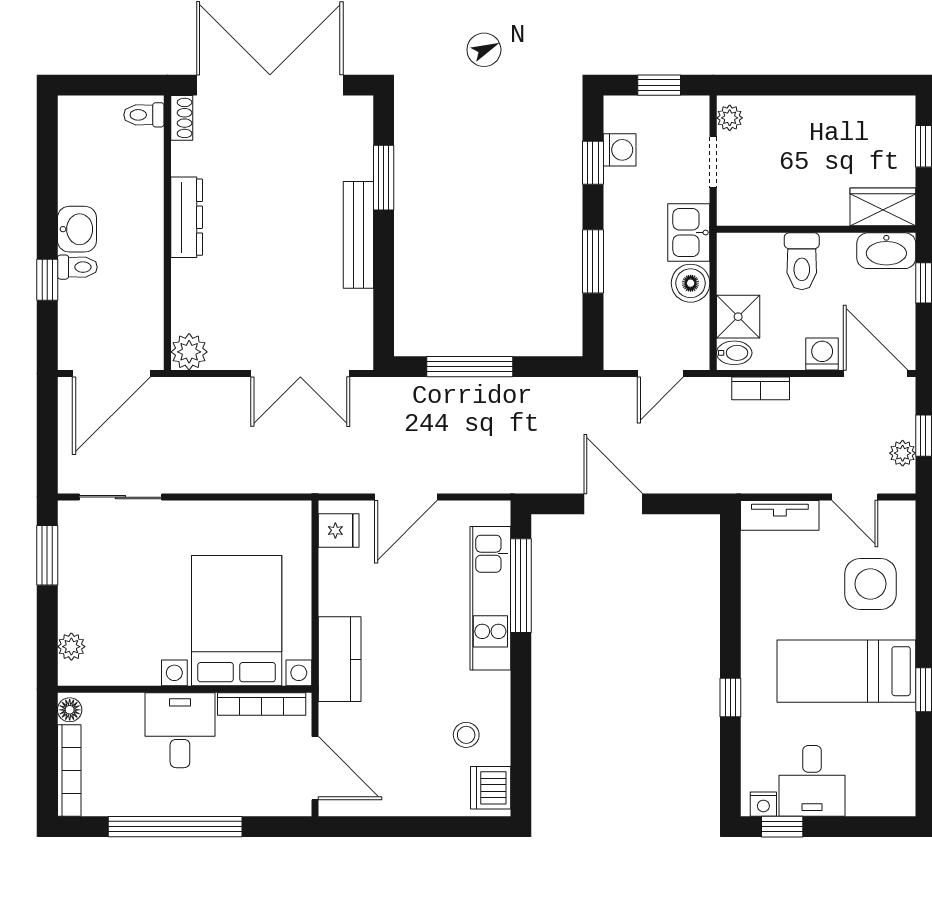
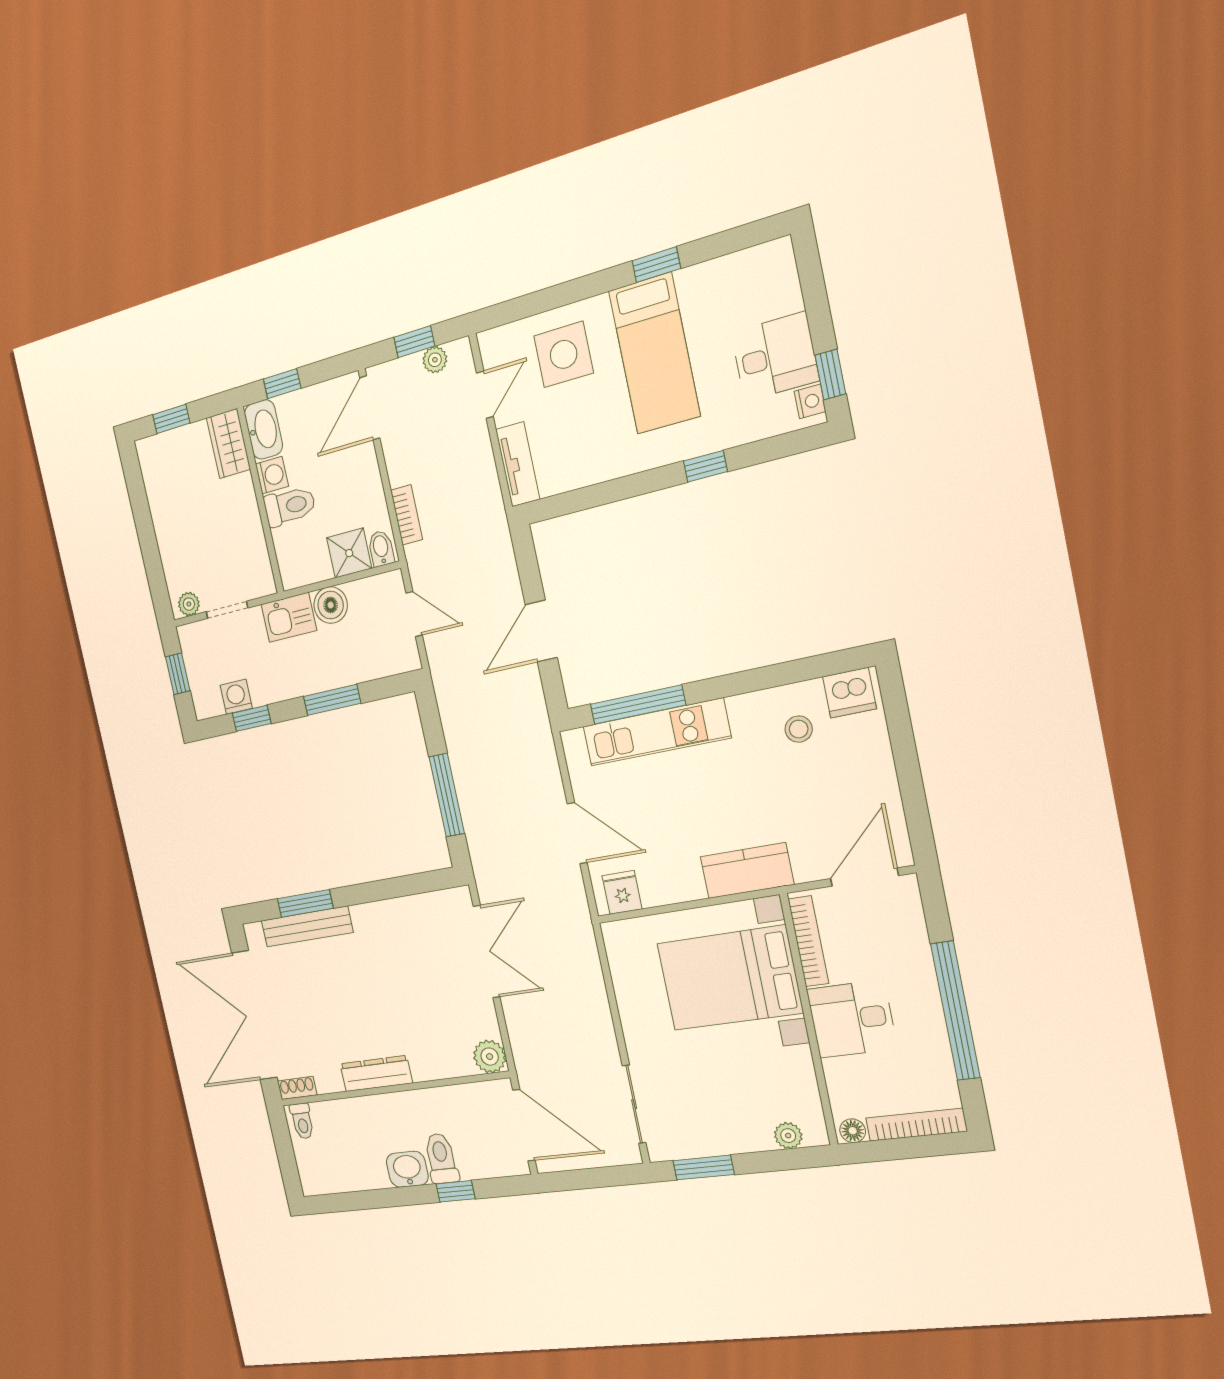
bench: (358, 235) -> (307, 926), moved
toilet: (77, 267) -> (441, 1158), width x1.37, depth x1.39
washing machine: (822, 354) -> (272, 475), moved, turned 180

